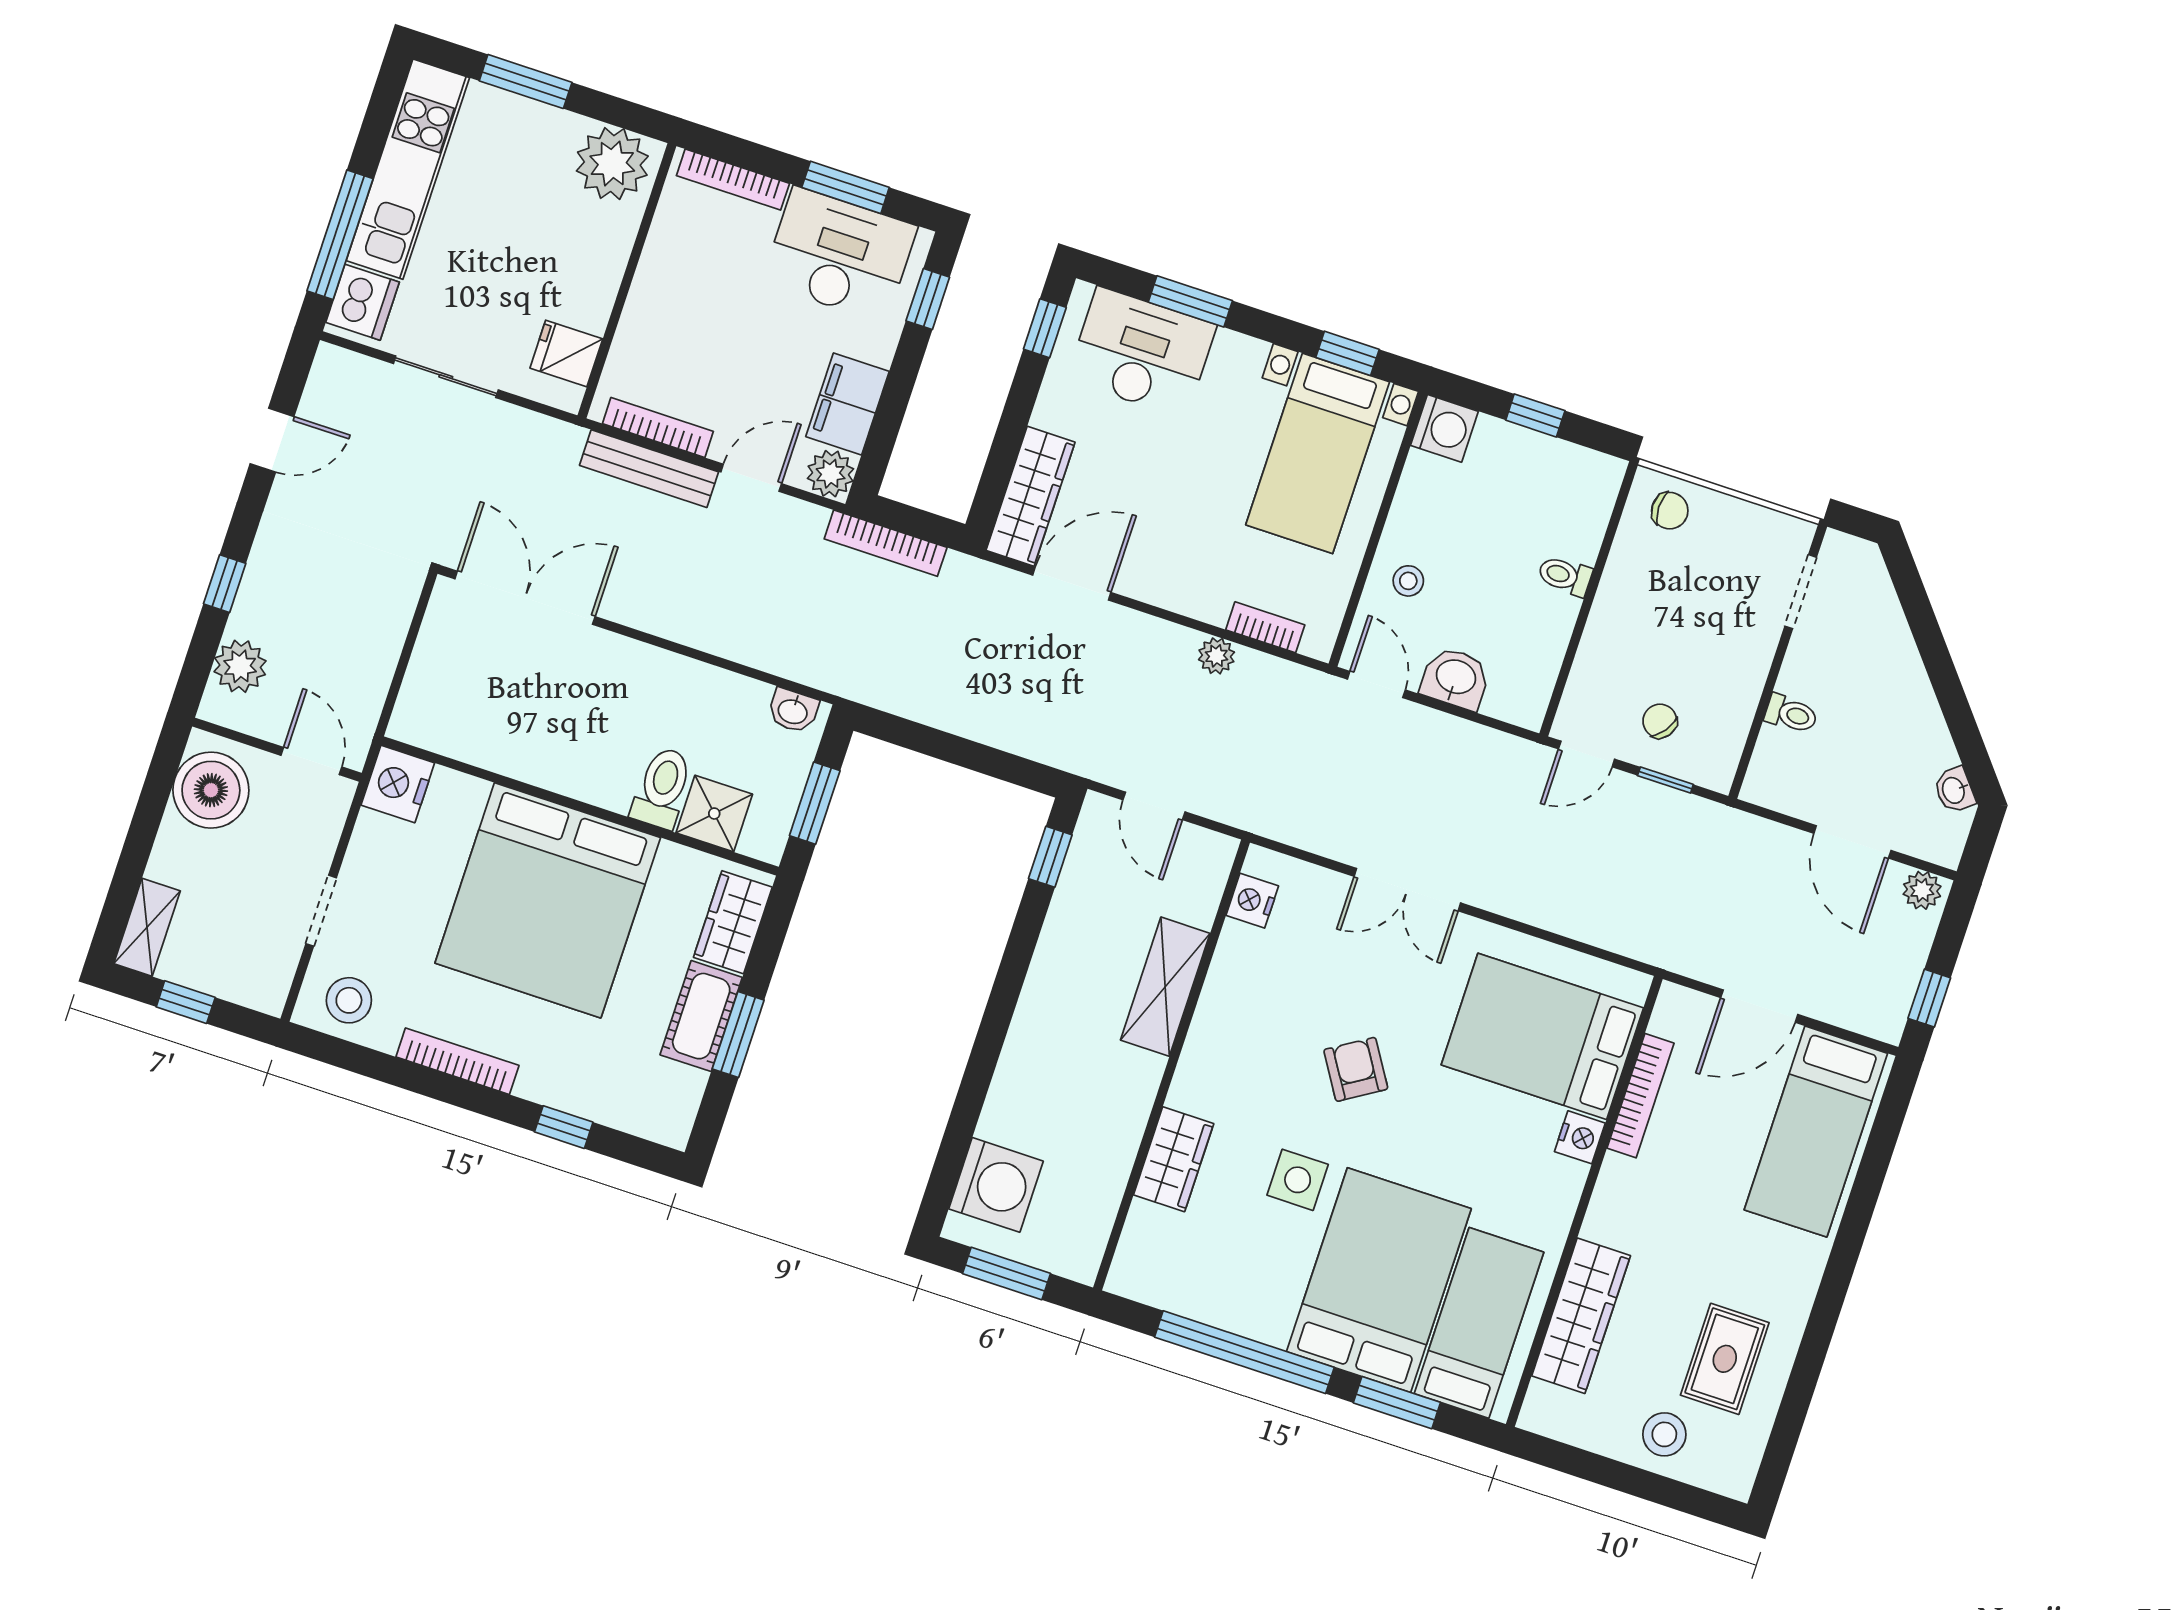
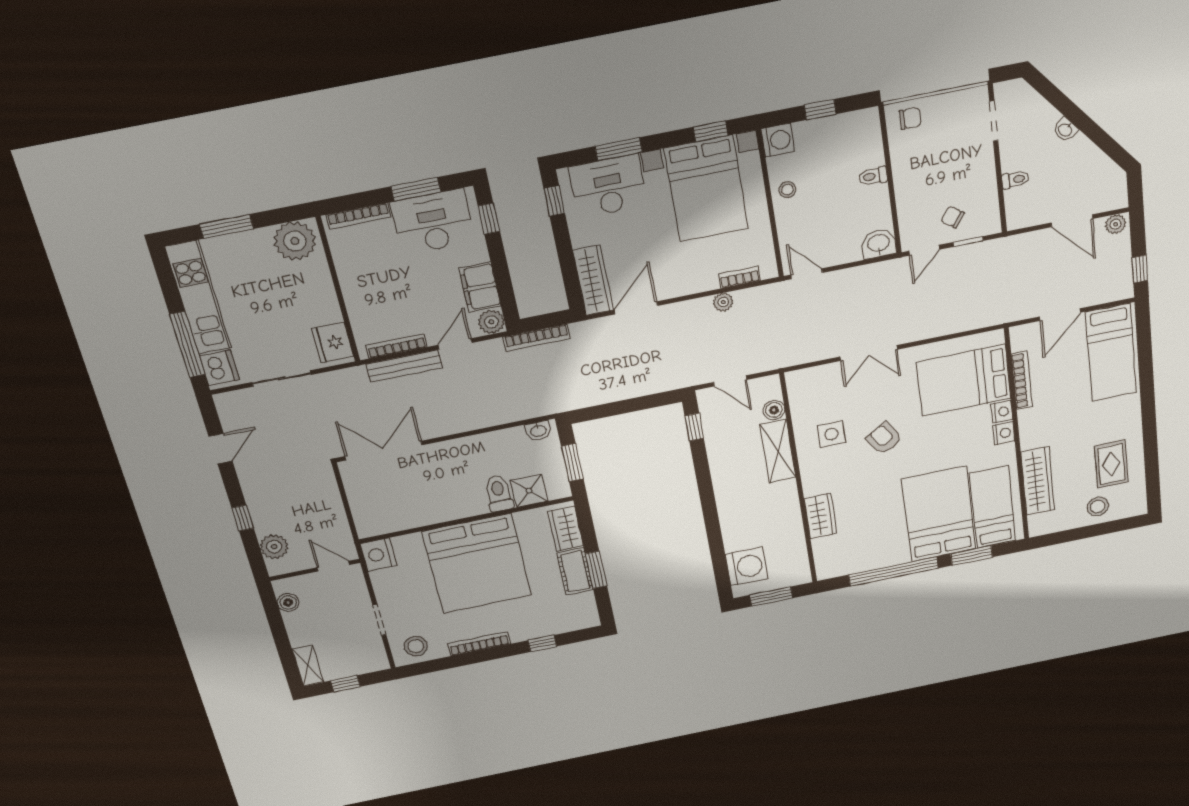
fridge: (566, 353) -> (333, 342), width x1.38
bed with nightstands: (1318, 453) -> (706, 189), width x1.36
stool: (1408, 581) -> (788, 190), moved
washbasin: (1455, 678) -> (879, 244), moved
boiler: (211, 790) -> (288, 602), width x0.54, depth x0.54
washbasin: (1954, 790) -> (1065, 130), moved
nightstand: (1252, 901) -> (1004, 433), moved, turned 180
boiler: (1198, 904) -> (774, 410), added
side table: (1298, 1180) -> (831, 434), moved

